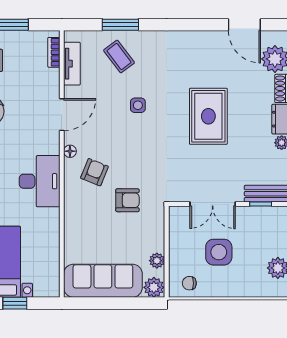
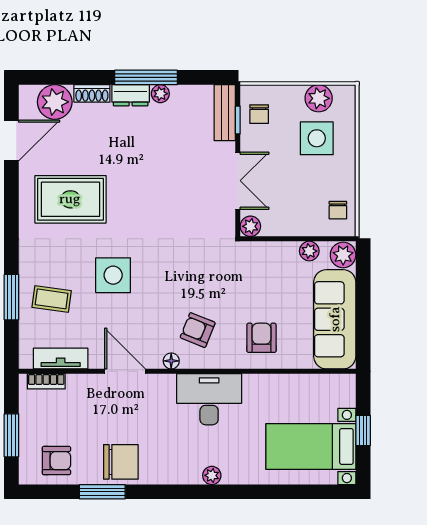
coffee table: (119, 57) -> (52, 299), turned 45
side table: (138, 105) -> (113, 275), width x1.87, depth x1.87
rug: (208, 116) -> (70, 199), moved
armchair: (127, 200) -> (261, 338), moved
plant: (177, 214) -> (250, 226), added
chair: (265, 221) -> (259, 114), added
side table: (219, 252) -> (317, 138), moved

